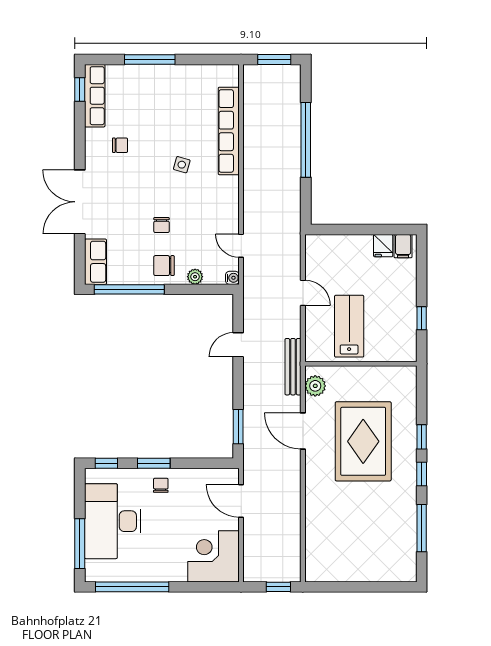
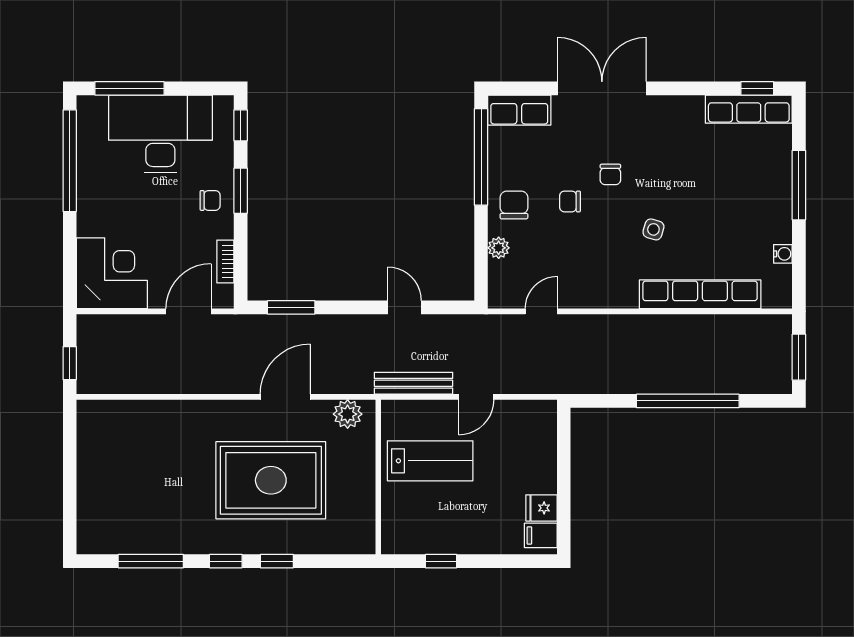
chair: (120, 145) -> (610, 174), moved
water cooler: (232, 278) -> (783, 254), moved, turned -90
bench: (293, 367) -> (413, 383), moved
bookcase: (205, 474) -> (225, 262), added

